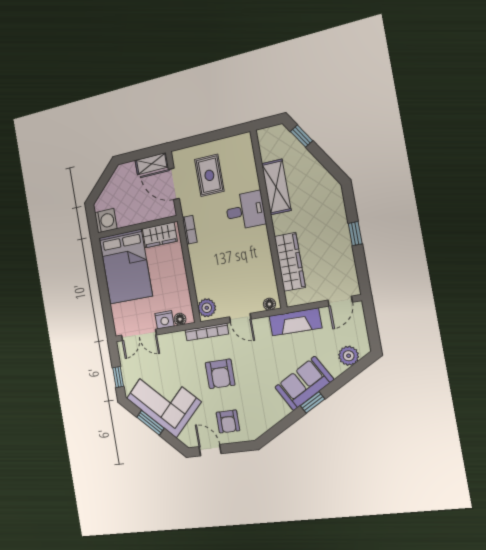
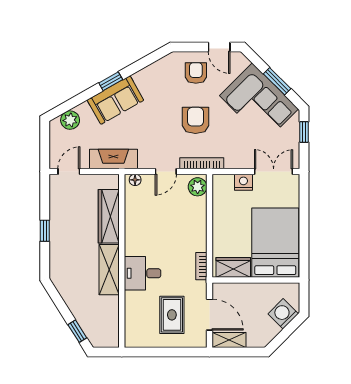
shelving: (276, 187) -> (109, 270), moved
washing machine: (106, 221) -> (283, 314), moved, turned 45
door: (240, 318) -> (166, 171), swing flipped
floor lamp: (180, 319) -> (227, 180), removed

